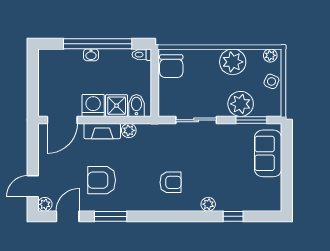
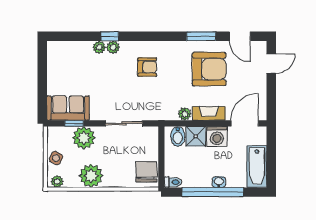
bathtub: (49, 72) -> (257, 167), added
window: (251, 120) -> (74, 123), width x0.67
sofa: (268, 153) -> (68, 108), moved, turned -90
armchair: (102, 180) -> (209, 69), width x1.36, depth x1.36
armchair: (170, 182) -> (147, 67), turned 180
plant: (45, 204) -> (99, 47), moved
door: (68, 216) -> (240, 36), hinge flipped
window: (233, 216) -> (110, 36), moved

